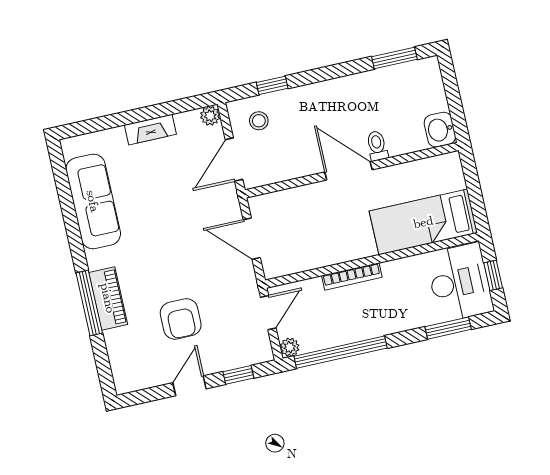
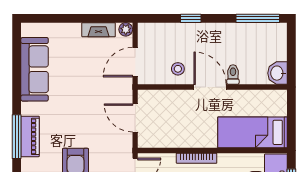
window: (394, 58) -> (258, 18), width x1.44
window: (272, 85) -> (191, 18), moved
stool: (259, 121) -> (178, 69), moved
fireplace: (150, 130) -> (99, 30), moved

